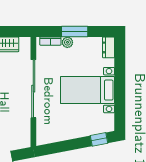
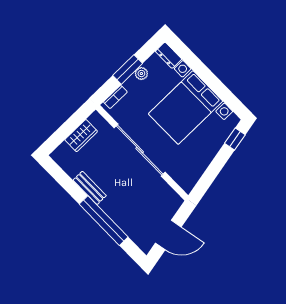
plant: (67, 42) -> (141, 74), moved
bed with nightstands: (87, 90) -> (186, 107), width x1.36

